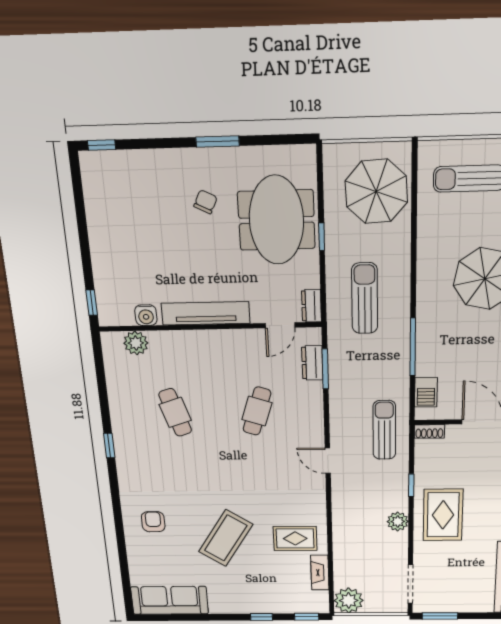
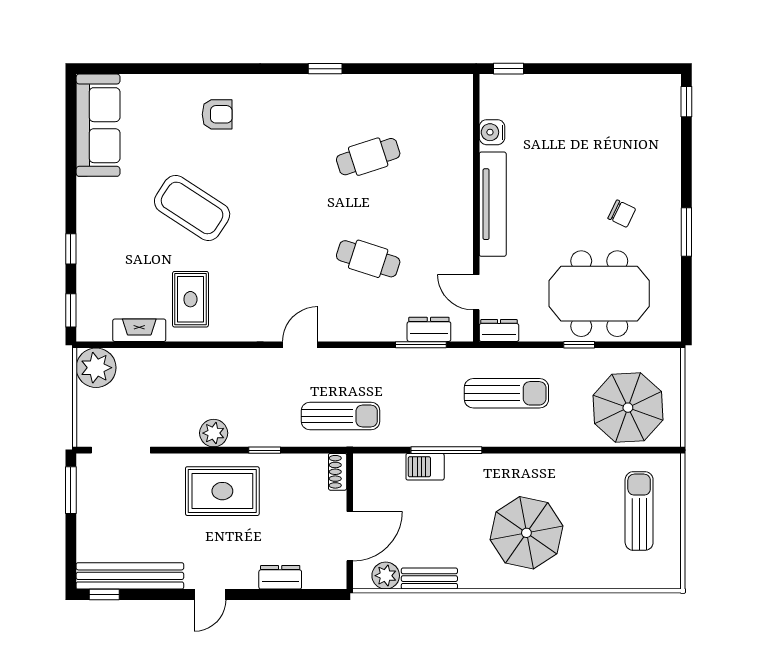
plant: (136, 343) -> (458, 116), removed
barbecue: (426, 392) -> (425, 467), moved

